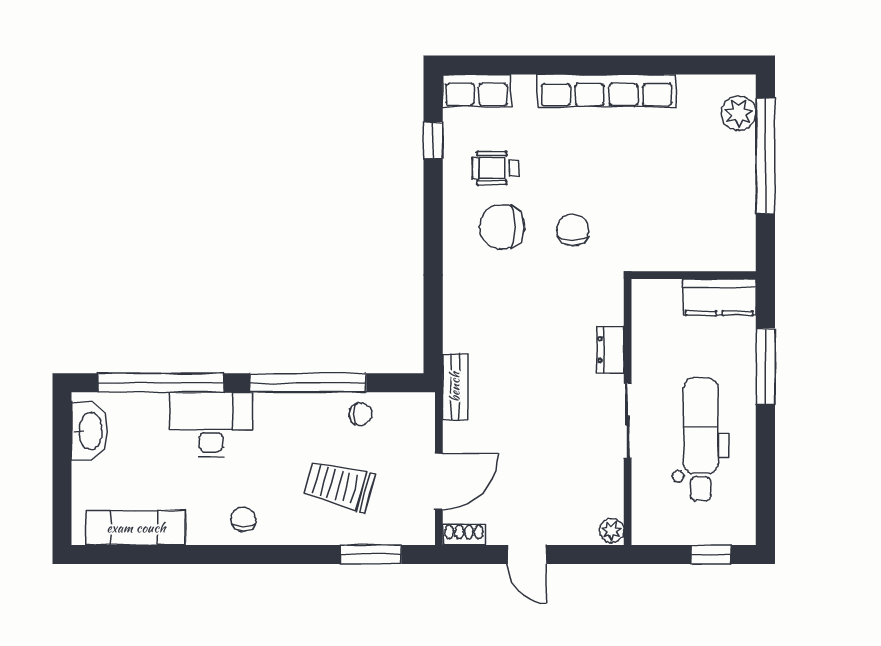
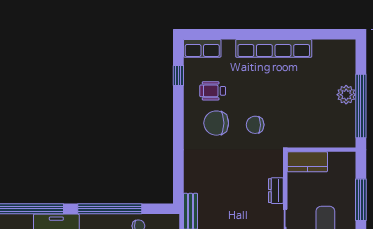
plant: (739, 113) -> (346, 95), moved
window: (765, 156) -> (361, 106), moved
chair: (573, 230) -> (255, 125), turned -90
kitchen counter: (719, 297) -> (307, 162), moved

